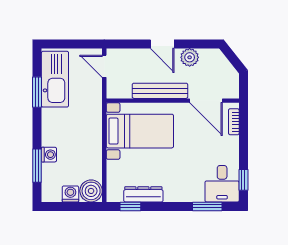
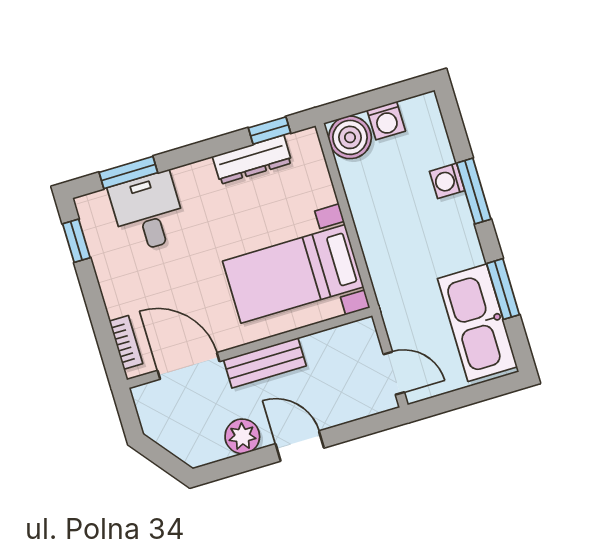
bench: (160, 91) -> (265, 363), width x0.73
window: (37, 166) -> (474, 191), moved
desk: (222, 184) -> (148, 212), moved

